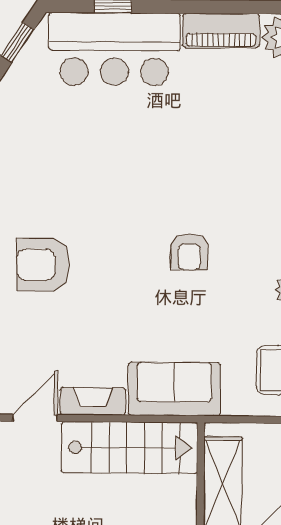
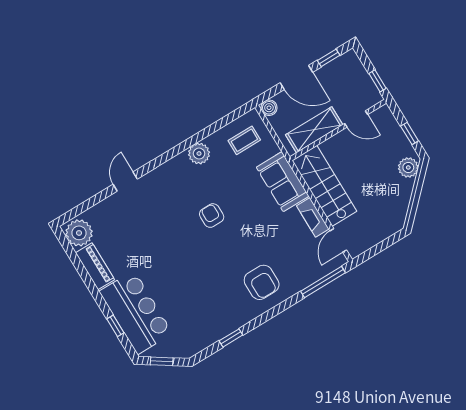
armchair: (189, 252) -> (212, 216), turned -90
door: (35, 418) -> (338, 240), hinge flipped

